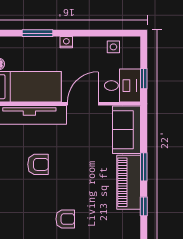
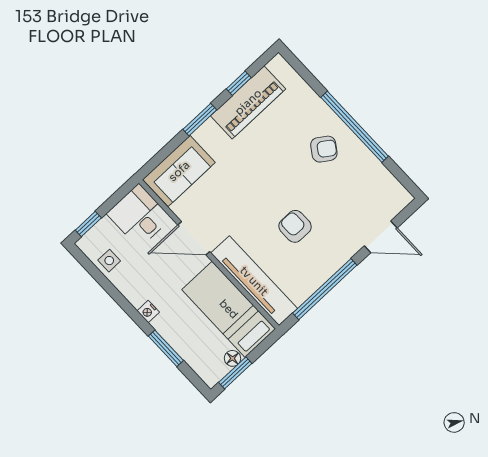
window: (144, 79) -> (88, 224), moved
piano: (129, 182) -> (248, 102), moved
armchair: (65, 219) -> (324, 149), turned 124

